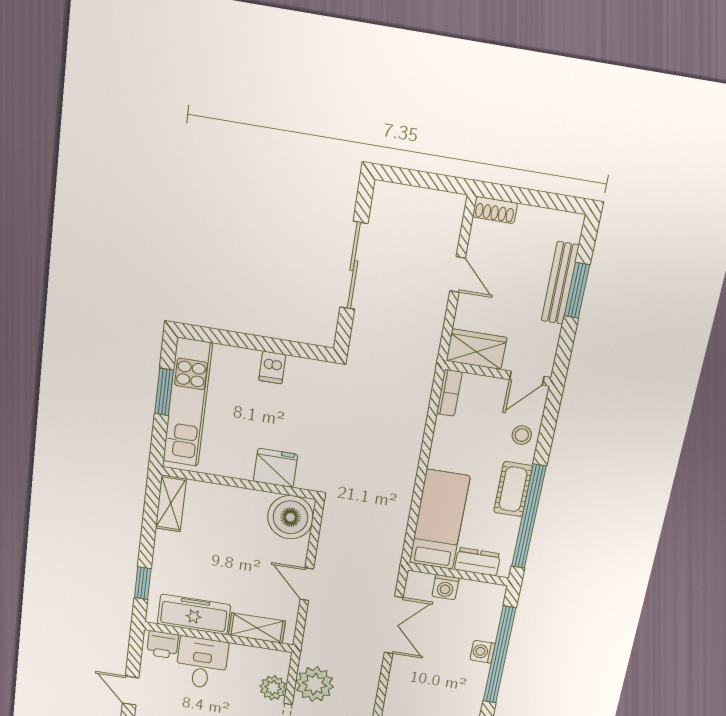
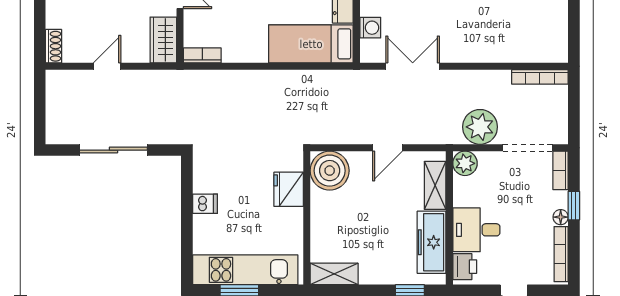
plant: (273, 688) -> (465, 163), moved

